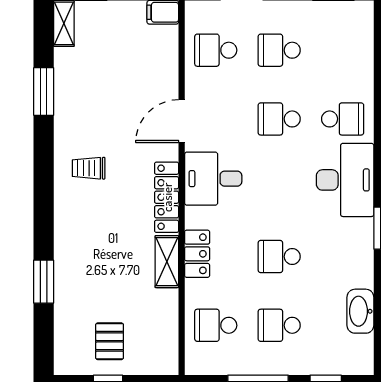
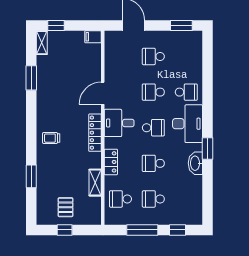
school desk: (216, 50) -> (153, 128), moved, turned 180
trolley: (89, 168) -> (51, 138), moved
shelving: (167, 262) -> (95, 183), moved
washbasin: (360, 311) -> (195, 163), moved

